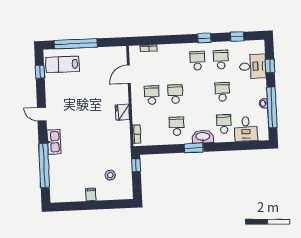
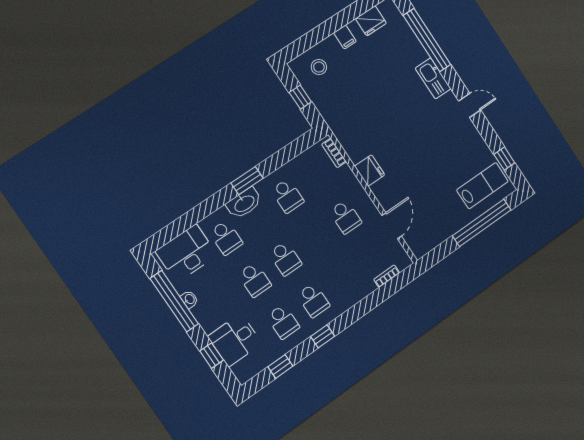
school desk: (175, 94) -> (285, 259), moved
desk: (246, 129) -> (186, 253), width x1.37
window: (136, 165) -> (300, 97), moved
stool: (110, 175) -> (319, 67), moved
fridge: (70, 195) -> (371, 21), added

